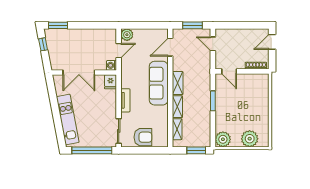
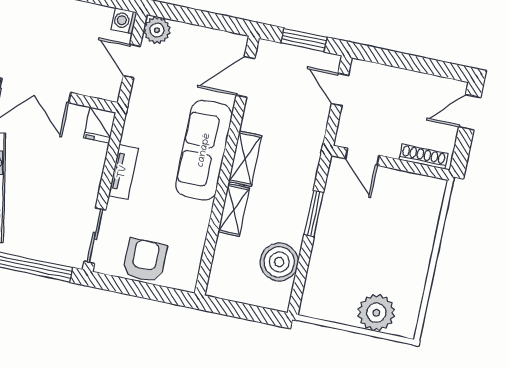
door: (119, 51) -> (132, 61), swing flipped
washing machine: (112, 65) -> (124, 21), moved
boiler: (202, 125) -> (279, 262), added
shelving: (177, 129) -> (223, 259), removed
armchair: (143, 137) -> (145, 260), turned -90
plant: (223, 139) -> (318, 302), removed
window: (196, 150) -> (255, 314), removed

